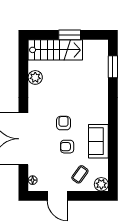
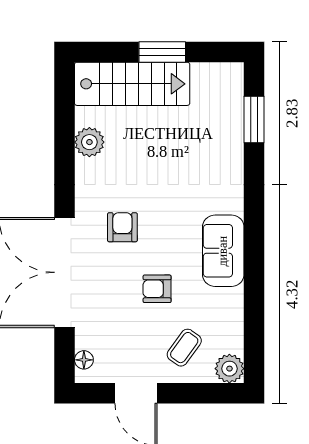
armchair: (63, 123) -> (122, 227), moved
sofa: (98, 141) -> (223, 251), moved

